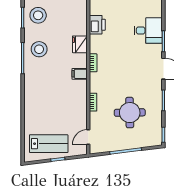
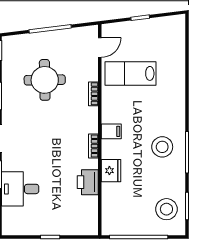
printer: (97, 25) -> (88, 182), moved
stool: (39, 49) -> (162, 147), moved
lab bench: (49, 144) -> (131, 73), moved

